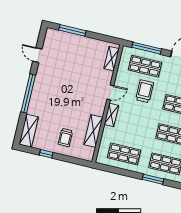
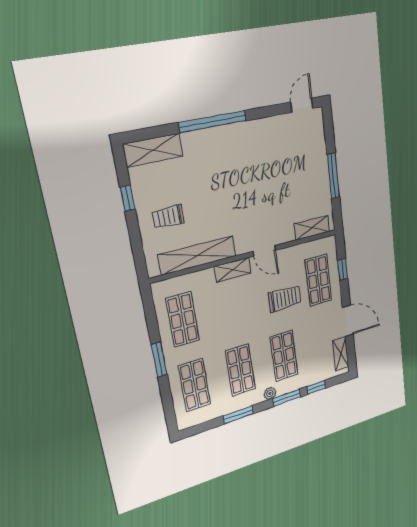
window: (72, 30) -> (333, 176), moved
window: (147, 48) -> (343, 269), width x0.46
door: (37, 55) -> (302, 105), moved
shelving: (93, 131) -> (197, 255), width x1.47
window: (153, 179) -> (159, 359), moved

